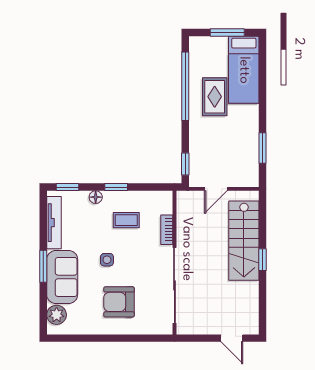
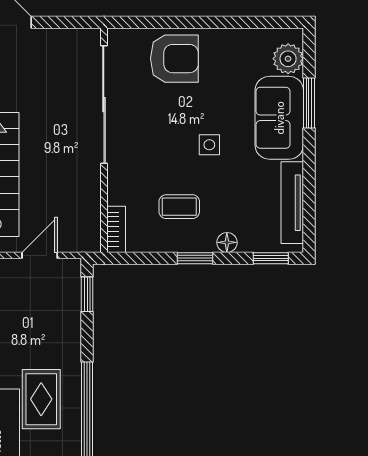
bookcase: (167, 230) -> (116, 229), moved
window: (43, 266) -> (309, 103), moved
armchair: (119, 302) -> (174, 59), moved

